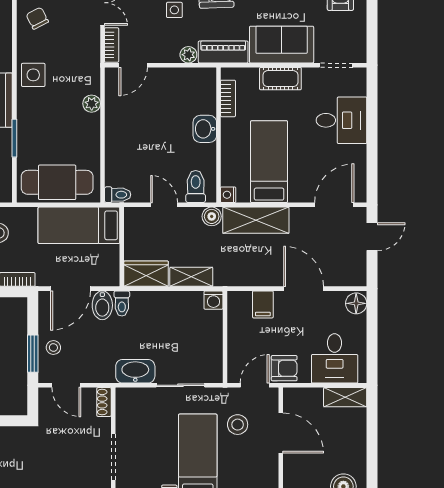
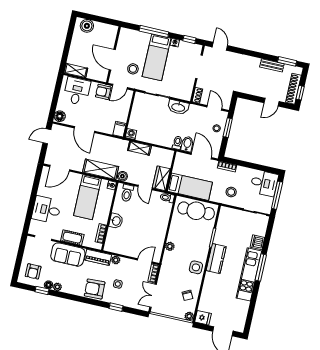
door: (372, 237) -> (47, 136), moved
wardrobe: (146, 274) -> (161, 178), moved, turned 90
door: (71, 289) -> (201, 156), hinge flipped
filing cabinet: (263, 304) -> (119, 129), moved

